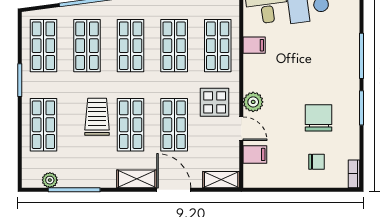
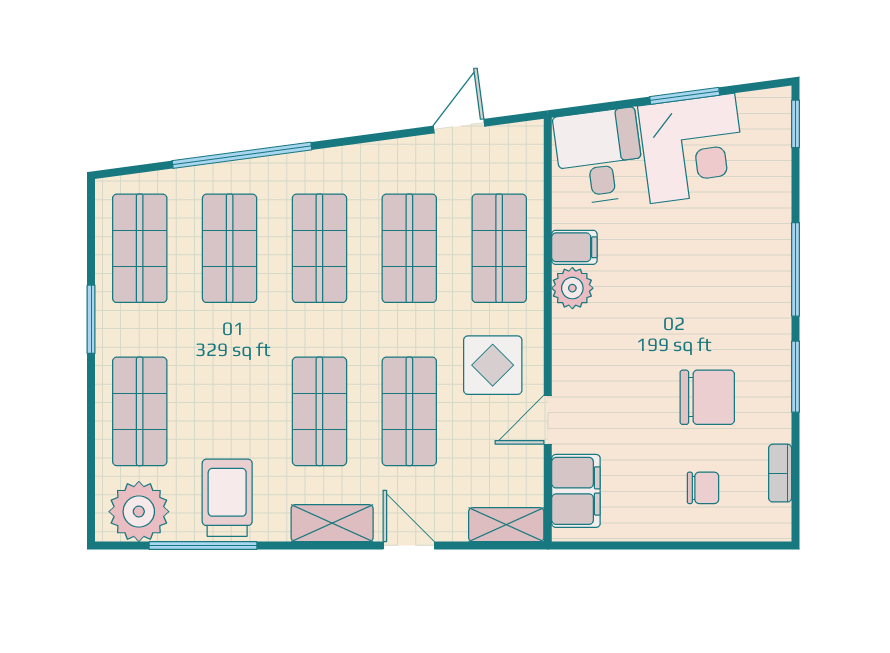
plant: (253, 102) -> (572, 288), moved
trolley: (97, 117) -> (227, 498), moved
chair: (319, 118) -> (707, 397), turned 90
door: (241, 129) -> (548, 420), swing flipped
filing cabinet: (255, 154) -> (576, 491), width x2.00
bookcase: (354, 174) -> (780, 473), moved
plant: (50, 180) -> (139, 512), width x1.88, depth x1.88
door: (174, 190) -> (409, 545), width x0.73

